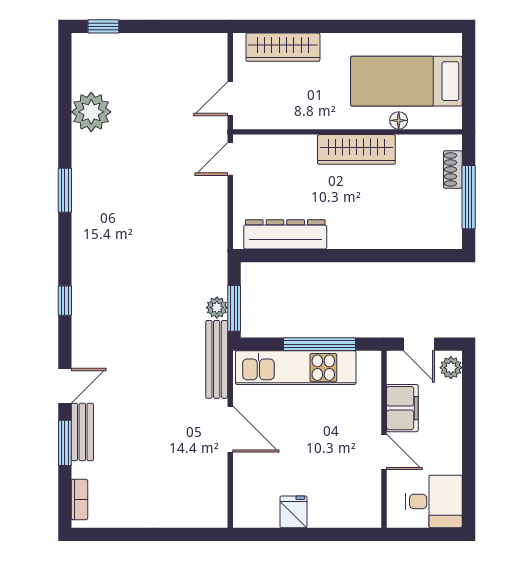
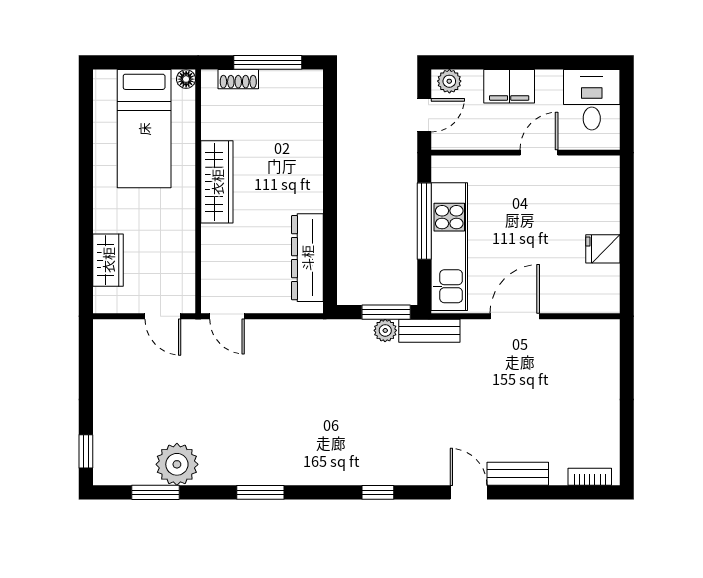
wardrobe: (283, 47) -> (108, 260), width x0.67
floor lamp: (399, 120) -> (186, 79), moved
bench: (217, 359) -> (429, 331), width x0.73
filing cabinet: (402, 408) -> (509, 86), moved, turned 180
window: (65, 443) -> (156, 492), moved

